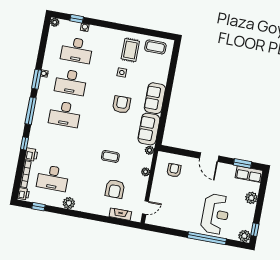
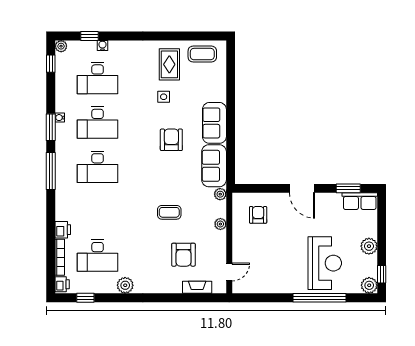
window: (24, 143) -> (51, 64), moved
plant: (251, 198) -> (369, 246), moved

